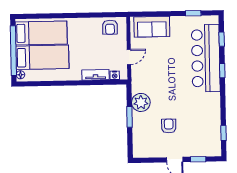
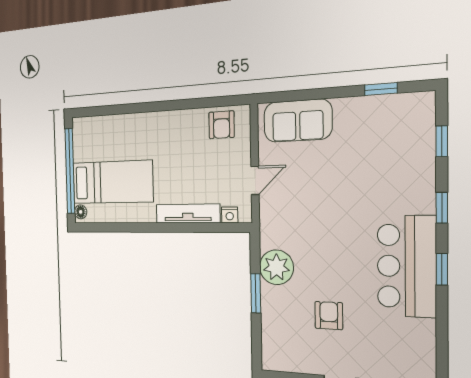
bed: (41, 33) -> (110, 140), removed
bar counter: (206, 58) -> (407, 266), moved, width x0.73
tv unit: (95, 75) -> (188, 214), width x1.41
window: (223, 133) -> (442, 269), moved

